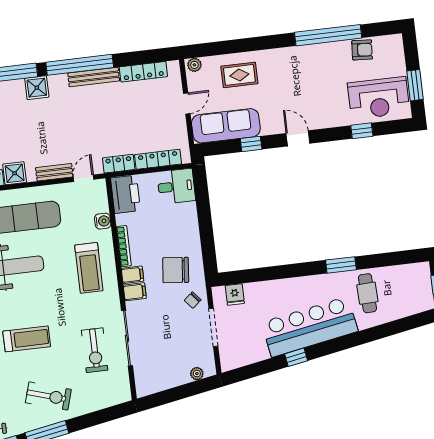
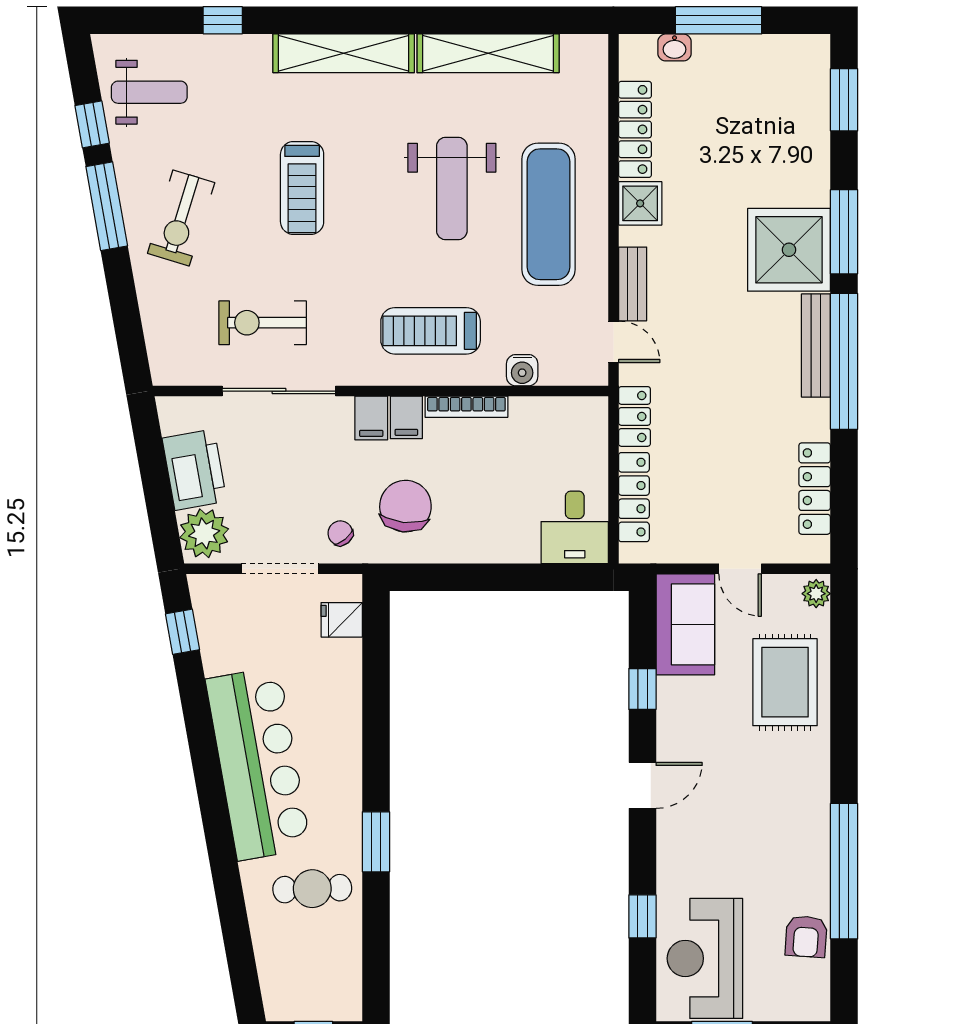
rug: (239, 75) -> (785, 682), width x1.36, depth x1.43
bench: (94, 77) -> (816, 346), moved
shower: (37, 88) -> (789, 250), width x1.86, depth x1.86
sofa: (226, 126) -> (685, 624), width x0.73
printer: (125, 194) -> (194, 470), moved, turned -100
window: (296, 357) -> (183, 632), moved
plant: (197, 374) -> (204, 533), width x1.87, depth x1.87

